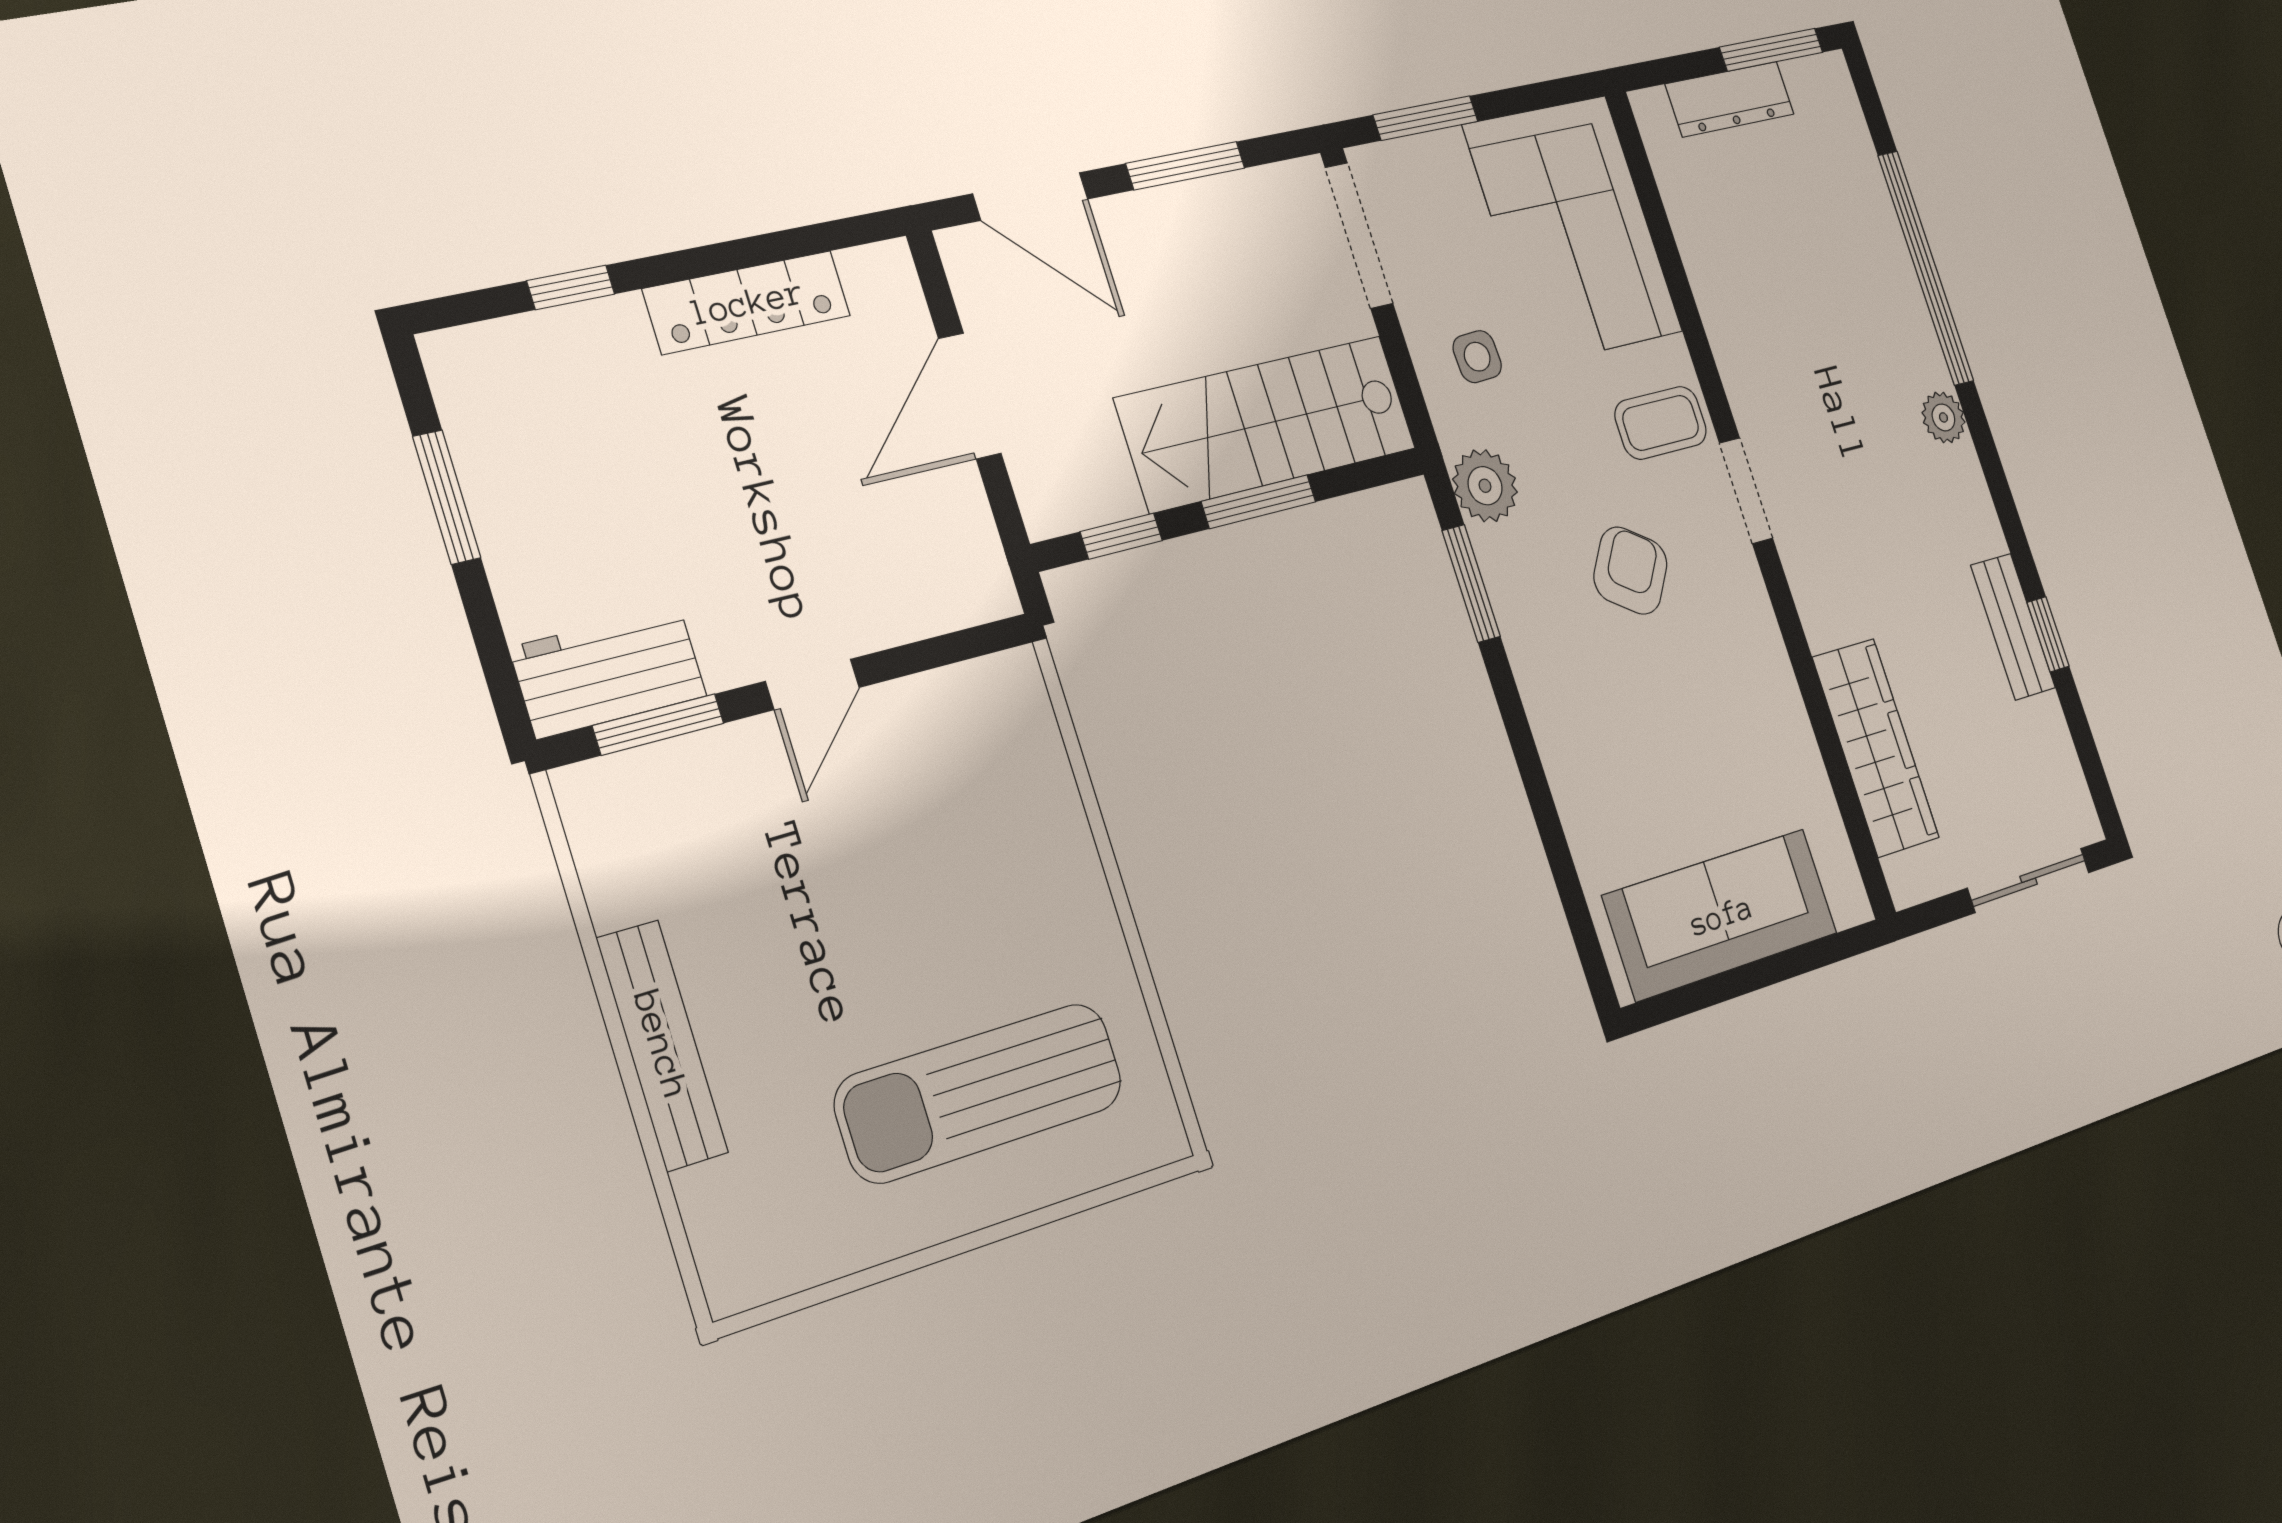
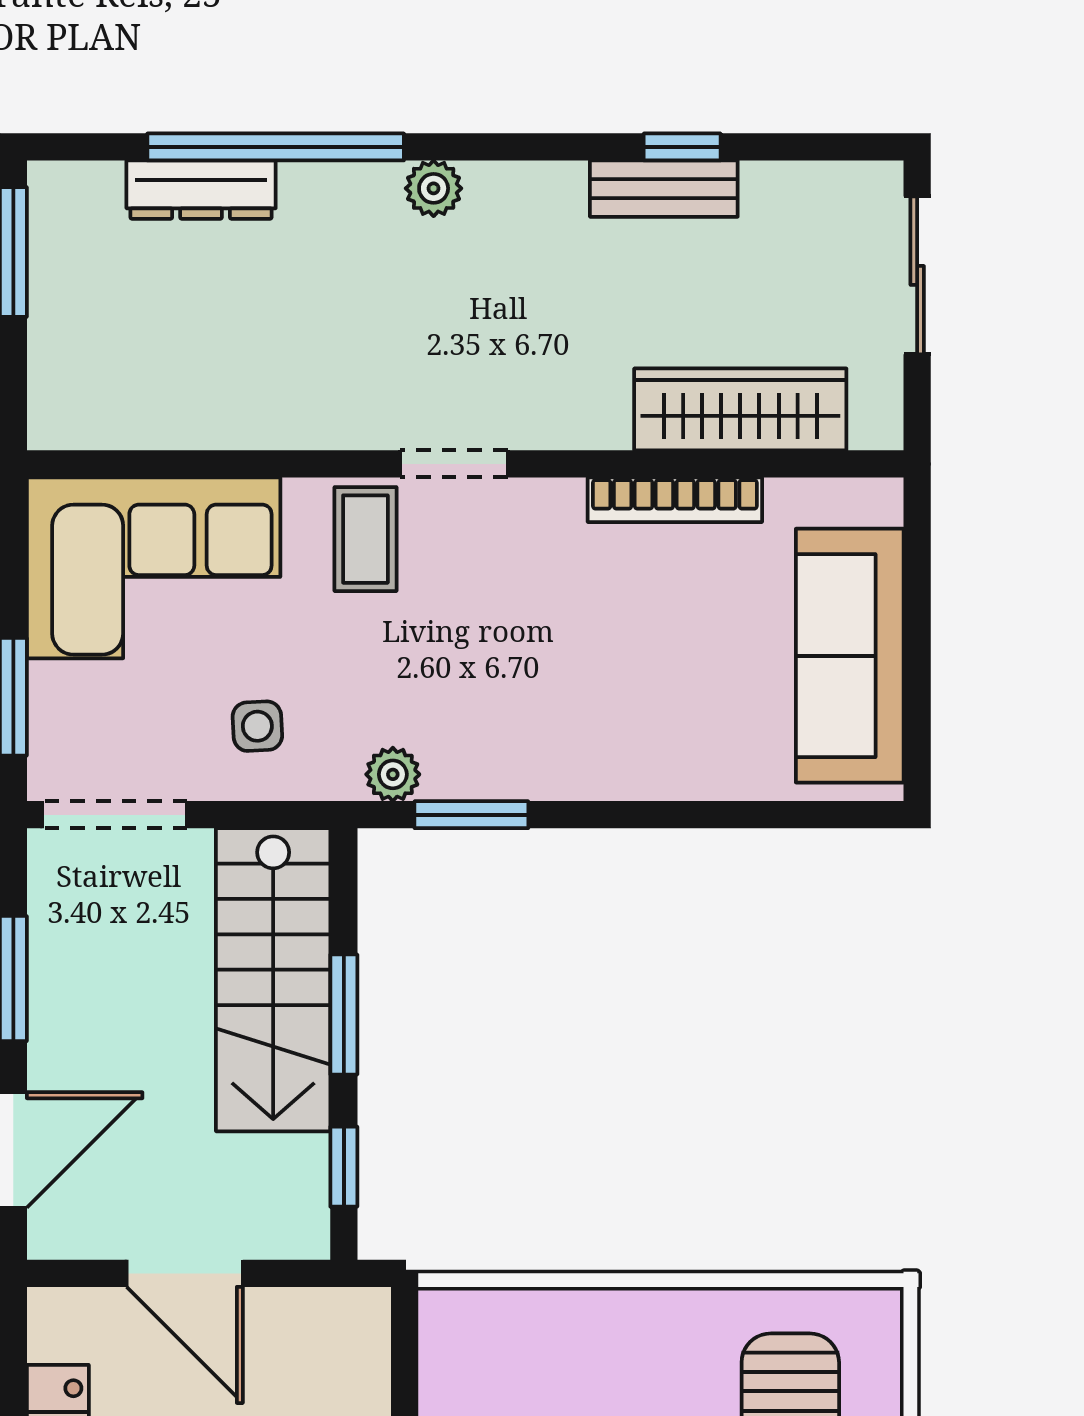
dresser: (1730, 99) -> (201, 190), moved, turned 90
plant: (1485, 486) -> (393, 774), width x0.73, depth x0.73
armchair: (1630, 571) -> (501, 631), removed
bookcase: (1787, 707) -> (675, 500), added

